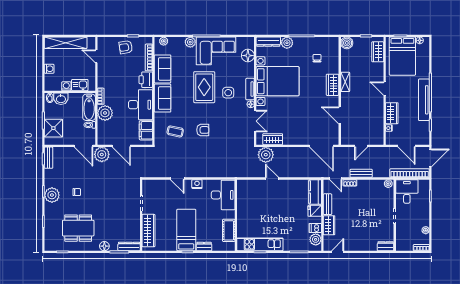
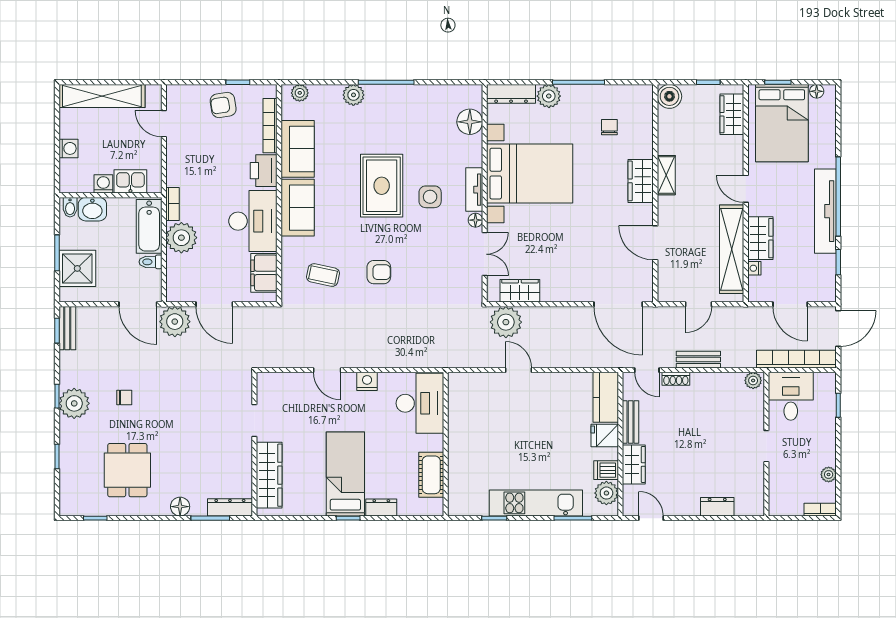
corner sofa: (216, 51) -> (405, 112), removed
shelving: (378, 119) -> (732, 249), added
dining table: (78, 228) -> (127, 470), width x0.73
kitchen unit: (260, 244) -> (536, 503), moved
dresser: (386, 246) -> (717, 507), moved
door: (338, 252) -> (651, 518), hinge flipped

